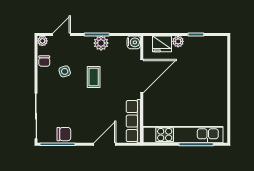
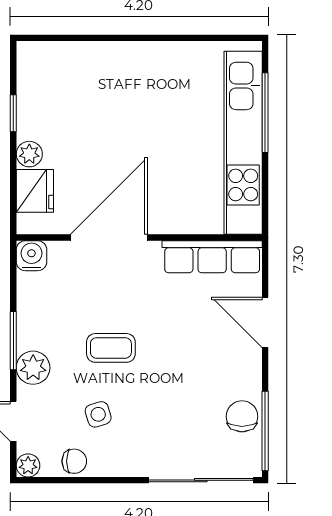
plant: (101, 43) -> (33, 368), moved
door: (142, 76) -> (109, 238), hinge flipped

